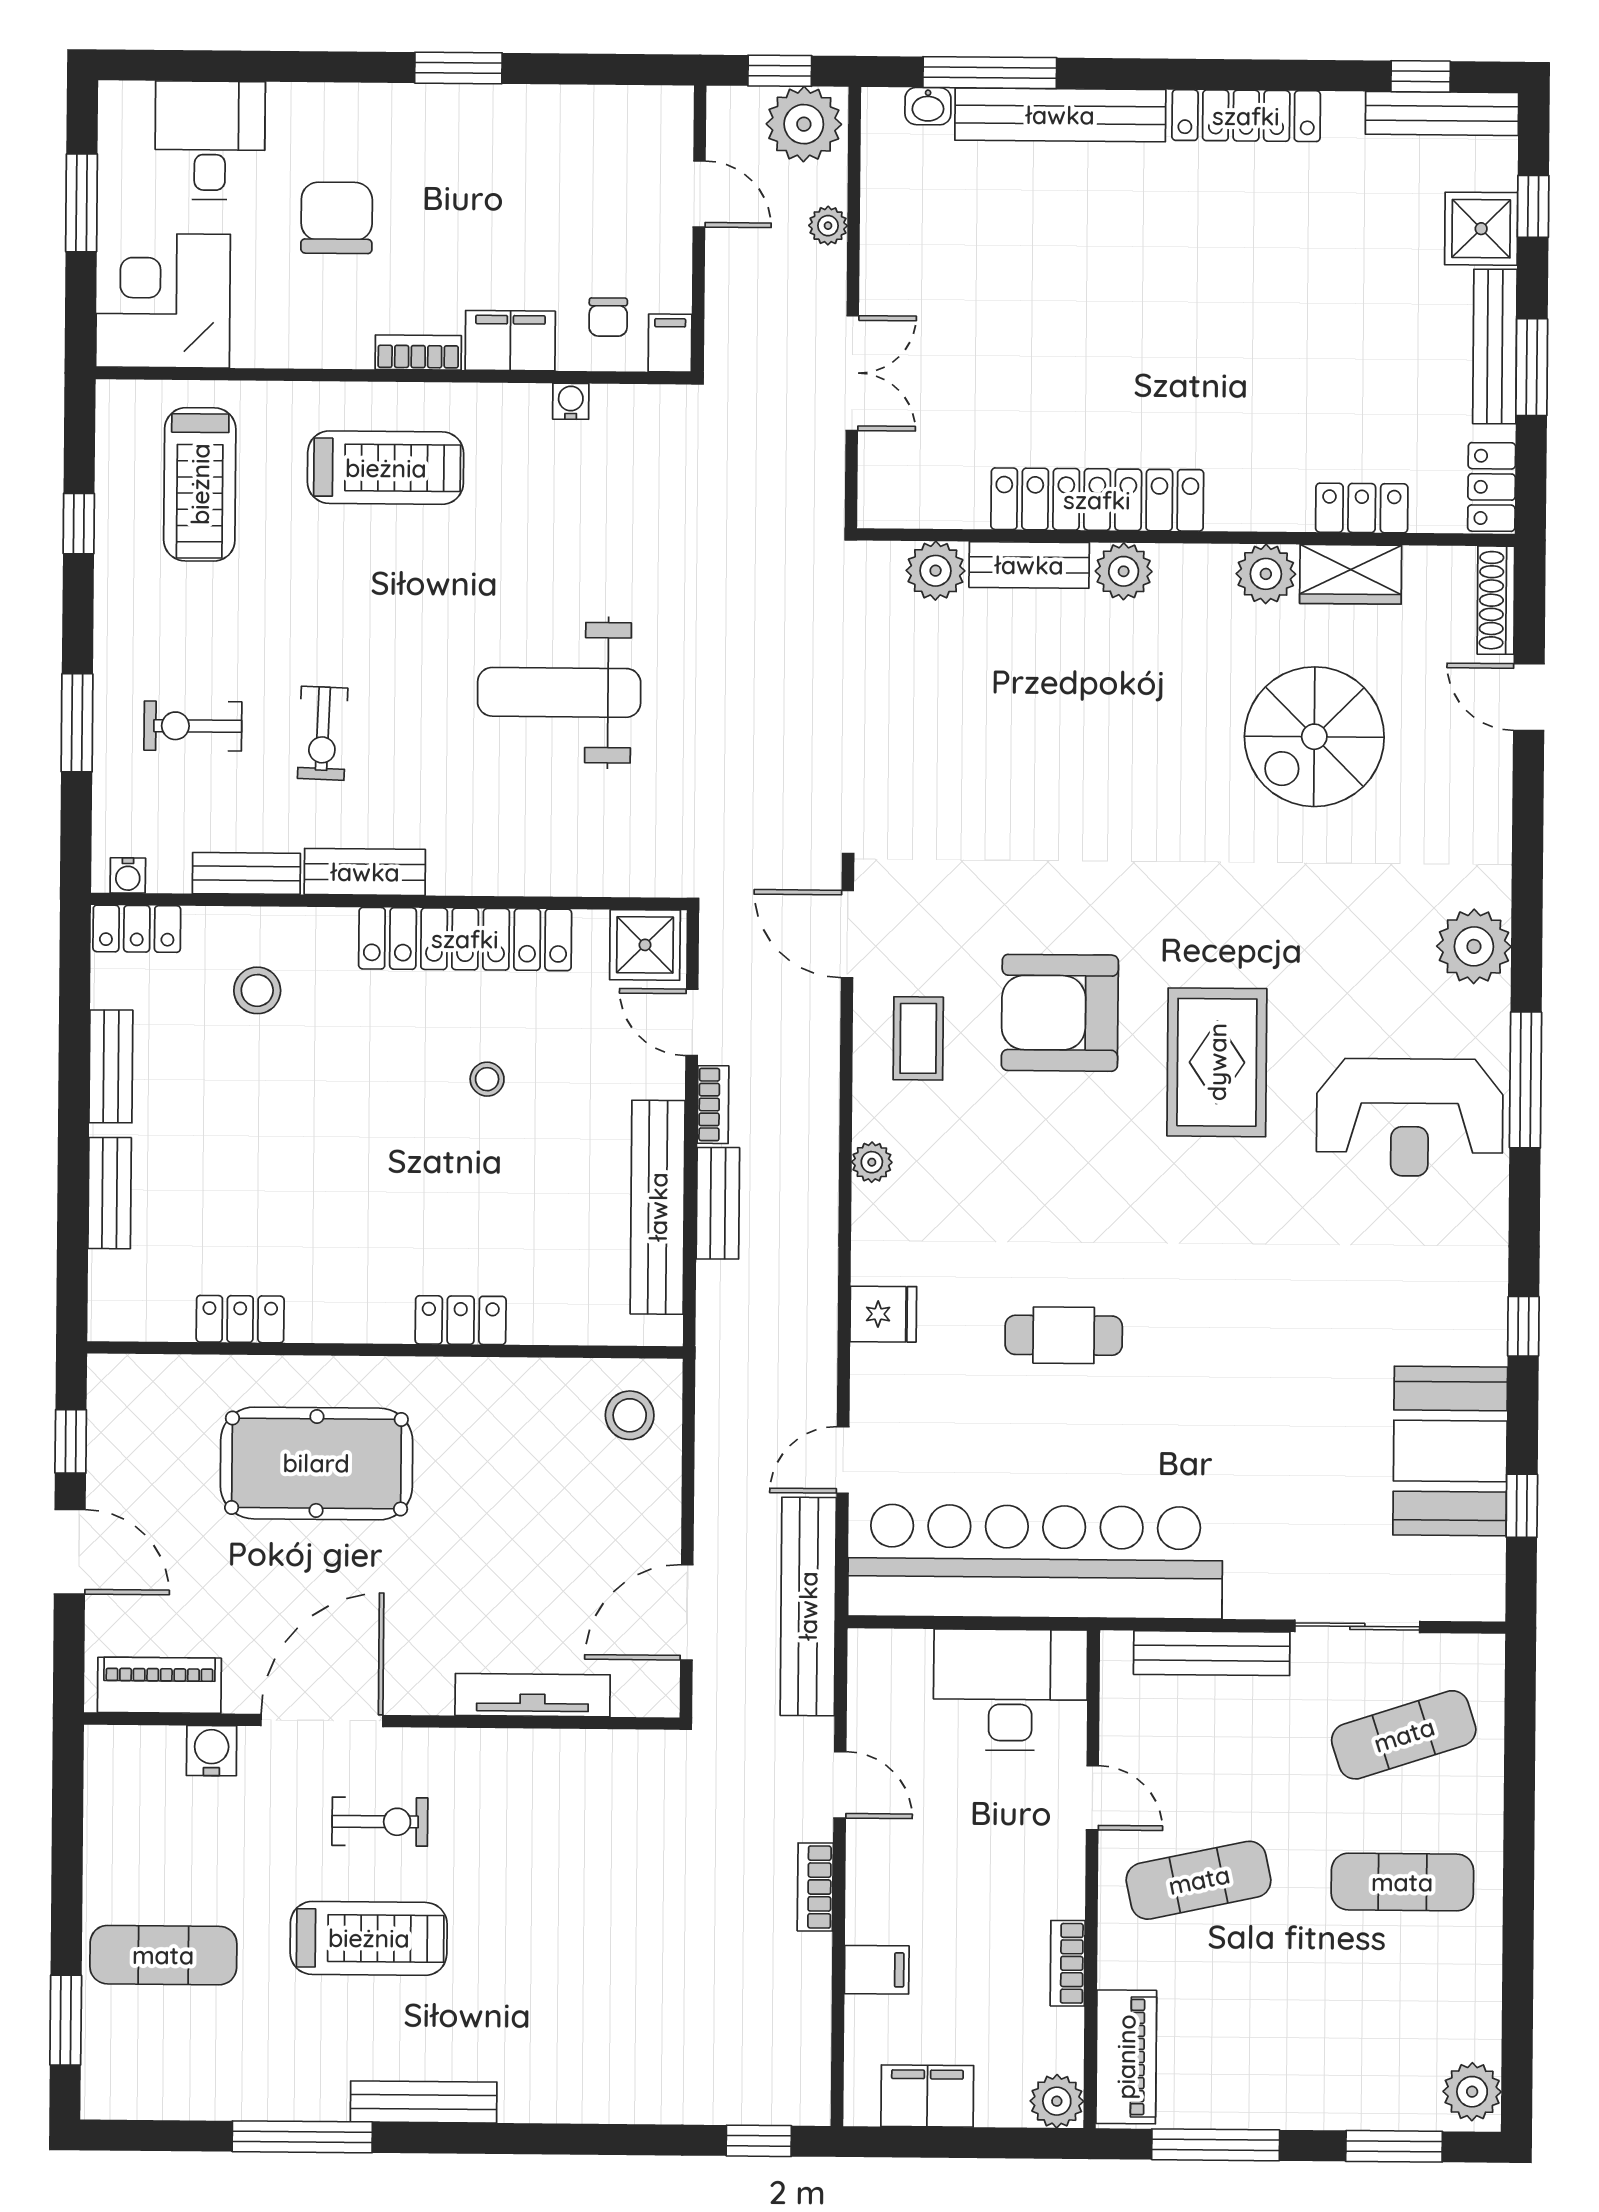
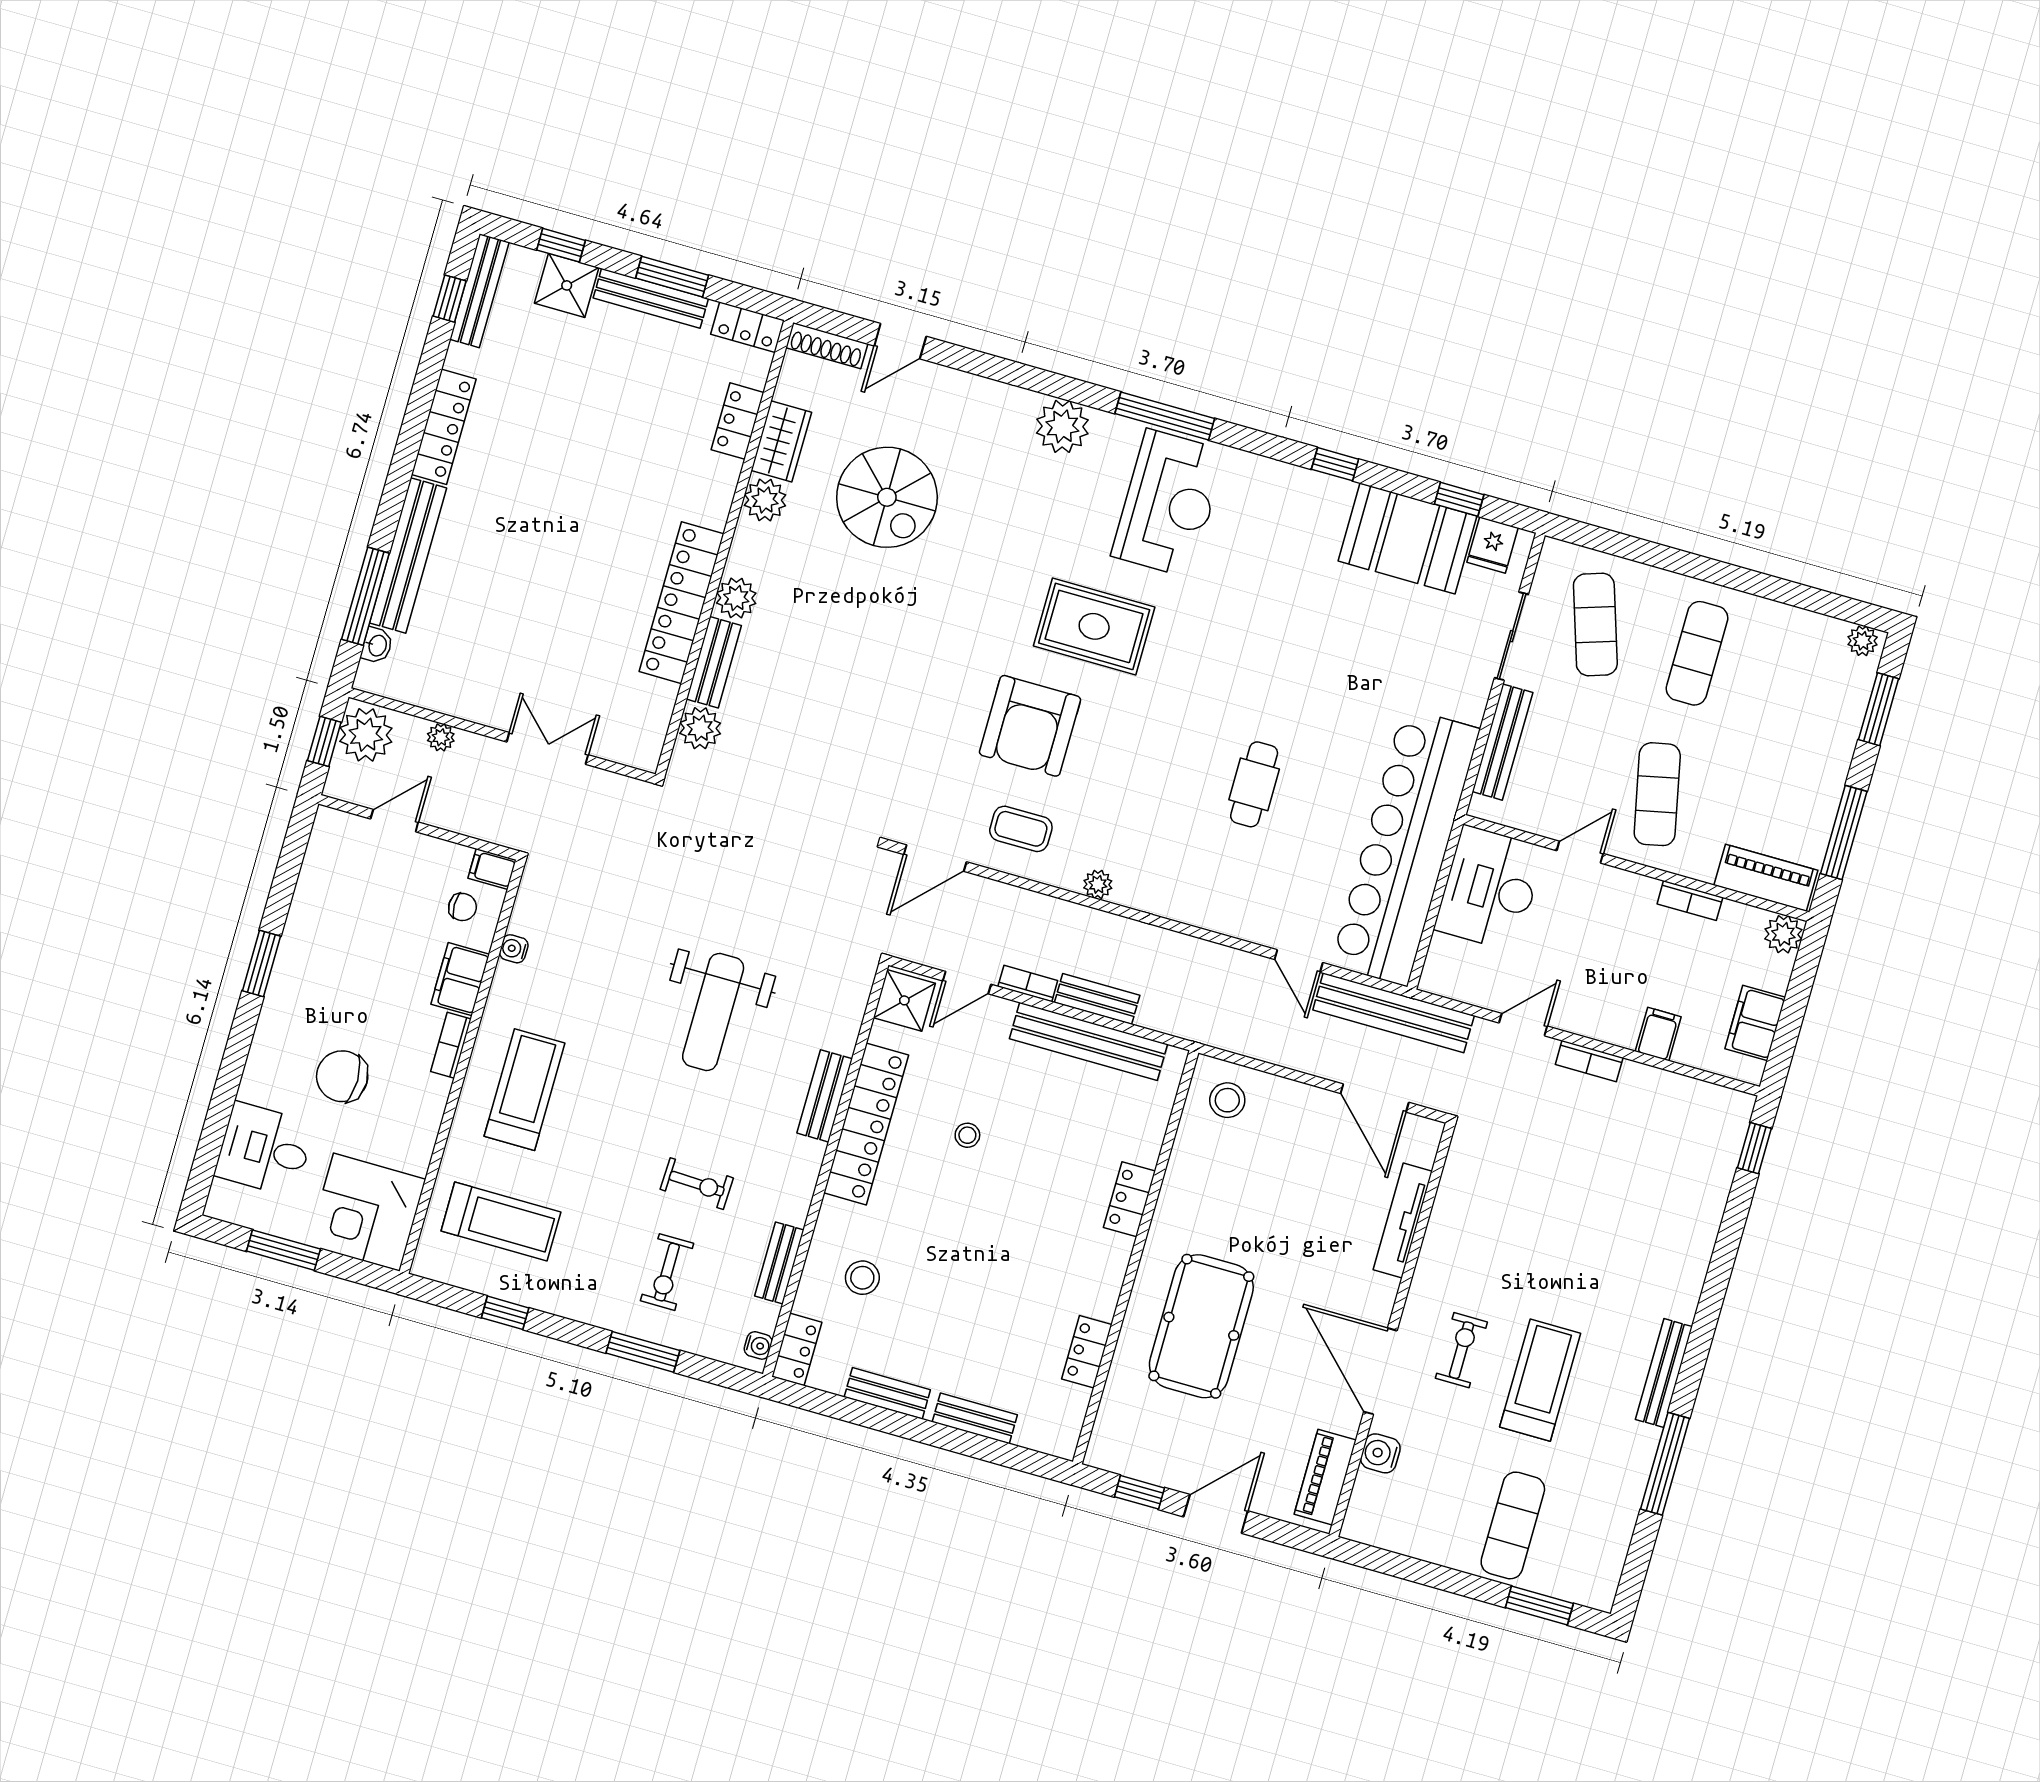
bench: (365, 872) -> (825, 1096), moved
fridge: (883, 1314) -> (1492, 545), moved, turned 180
plant: (1472, 2092) -> (1863, 641), width x0.73, depth x0.73

